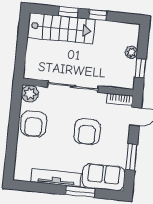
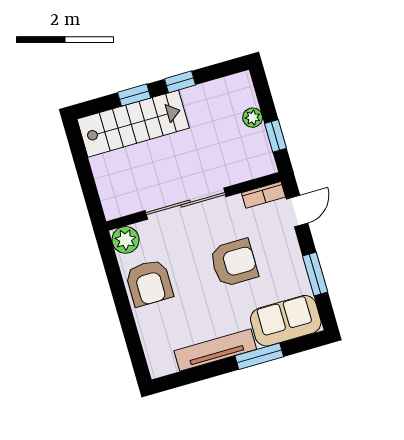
armchair: (87, 132) -> (234, 263), turned -90

